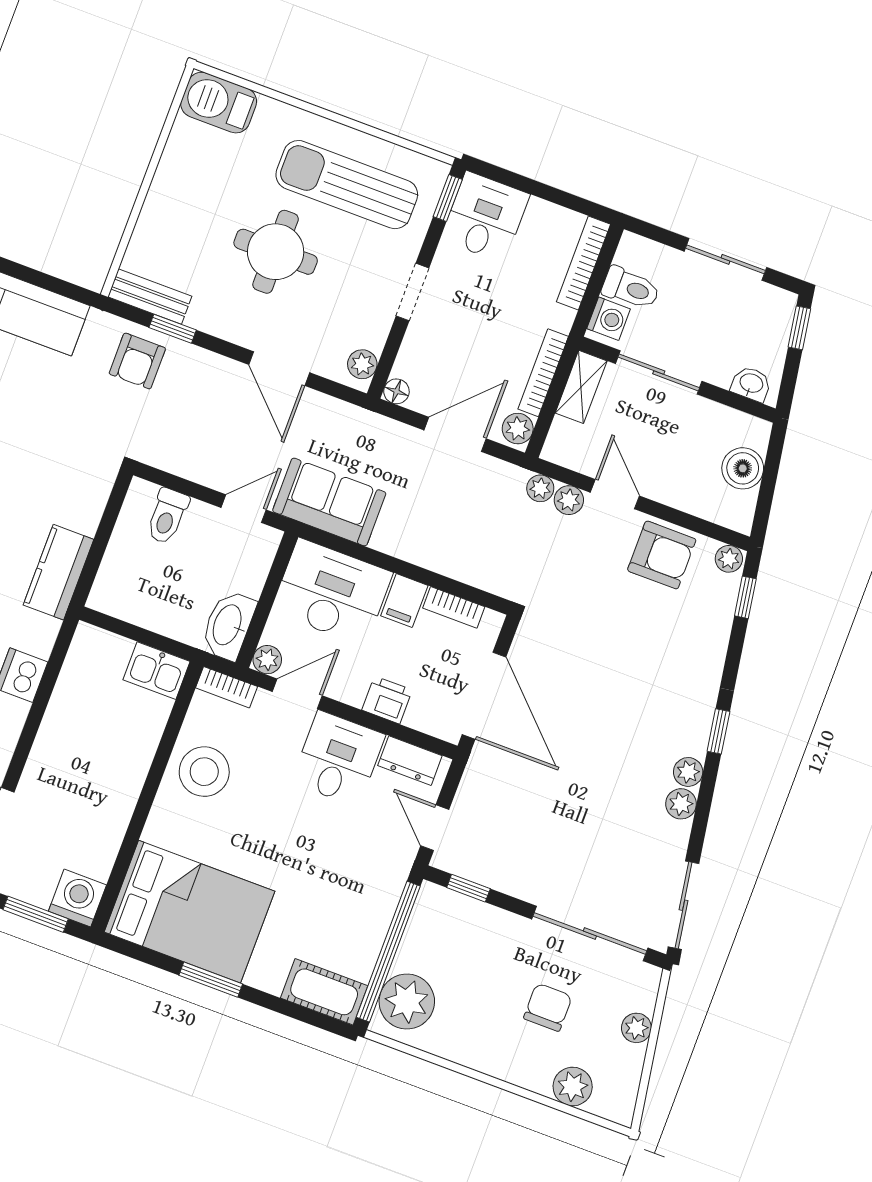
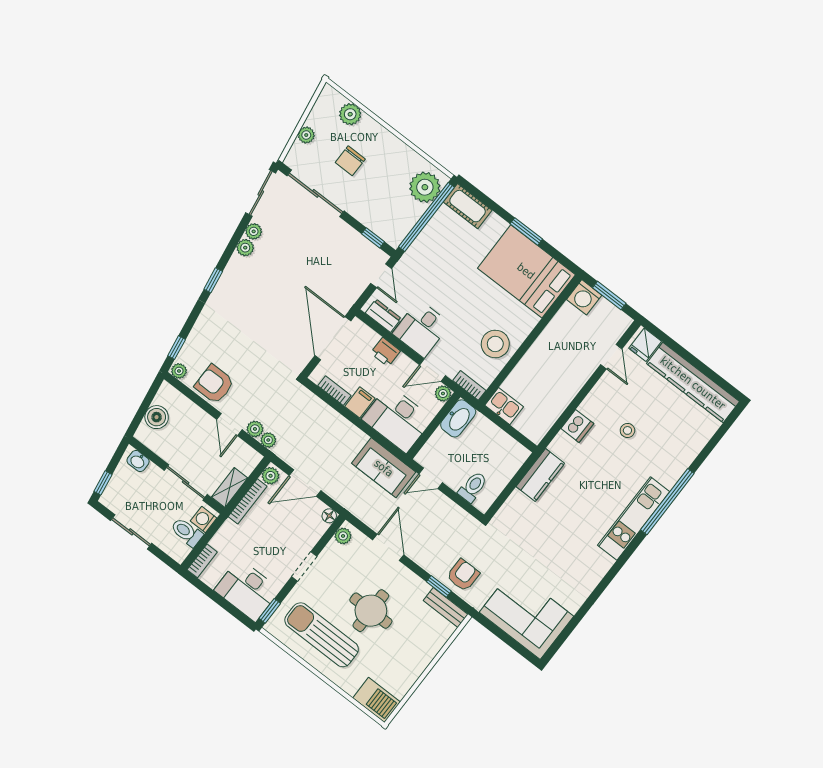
sun lounger: (347, 185) -> (322, 635), turned 180
desk: (485, 217) -> (247, 590), width x1.37
bookcase: (583, 263) -> (202, 561), width x0.64
plant: (688, 772) -> (254, 231), moved

